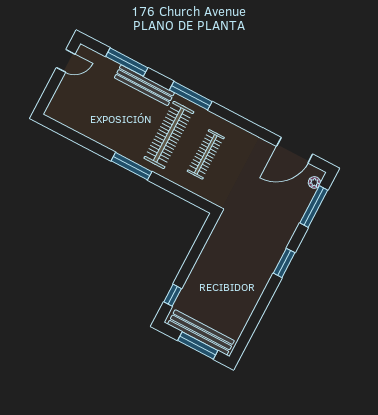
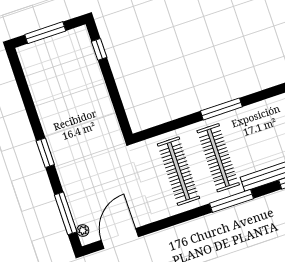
clothes rail: (206, 154) -> (178, 171), width x1.37, depth x1.31
bench: (201, 332) -> (53, 44), removed

